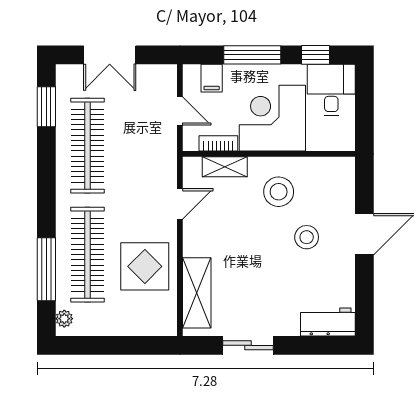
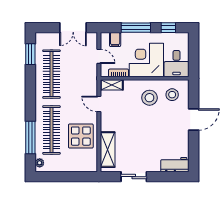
double door: (110, 55) -> (73, 28), moved
desk: (331, 90) -> (177, 64), moved, turned 180
shelving: (225, 167) -> (112, 85), moved
door: (180, 204) -> (99, 104), swing flipped
stool: (307, 237) -> (172, 95), moved

